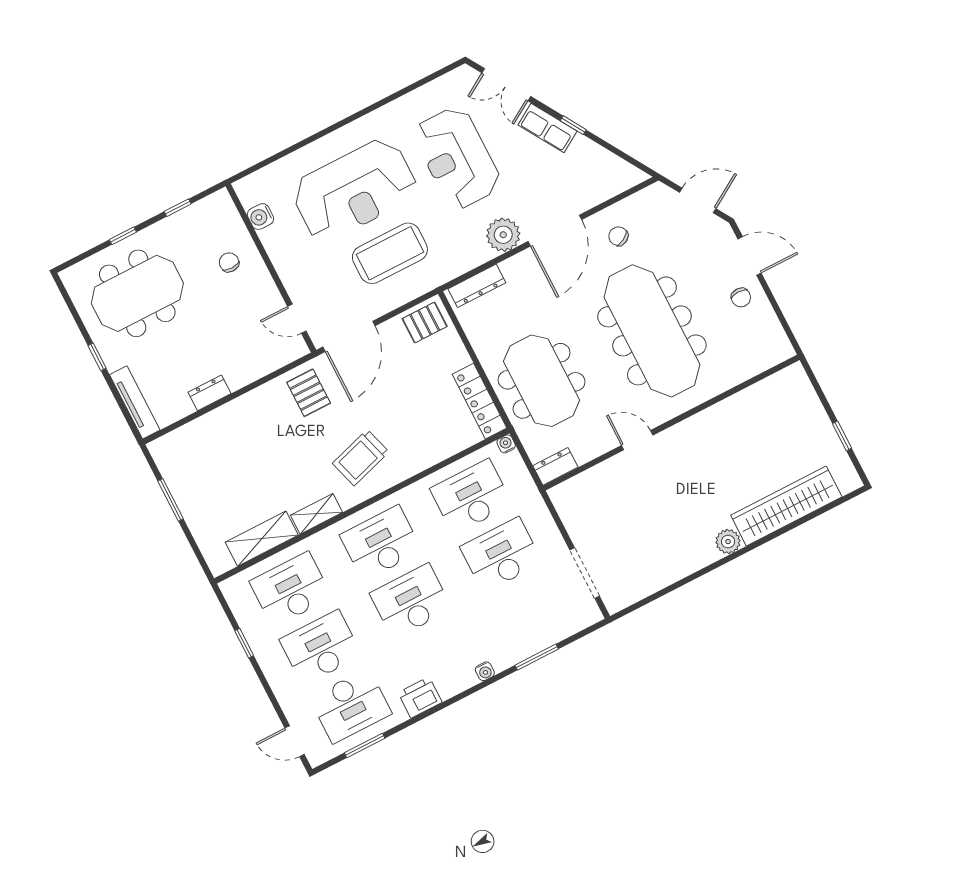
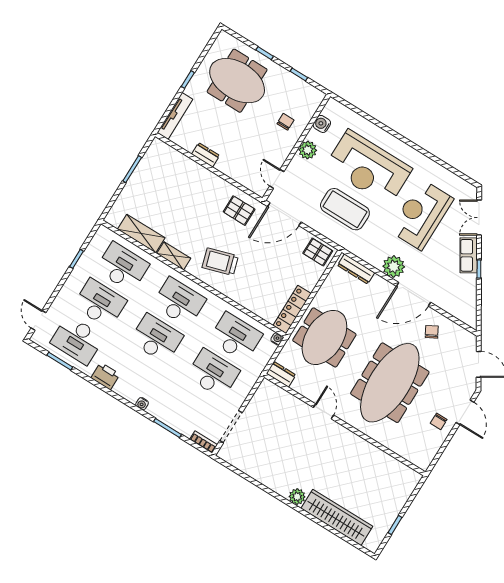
plant: (283, 256) -> (308, 150), added
pallet: (309, 393) -> (239, 211), turned 90
bookcase: (583, 621) -> (203, 442), added

